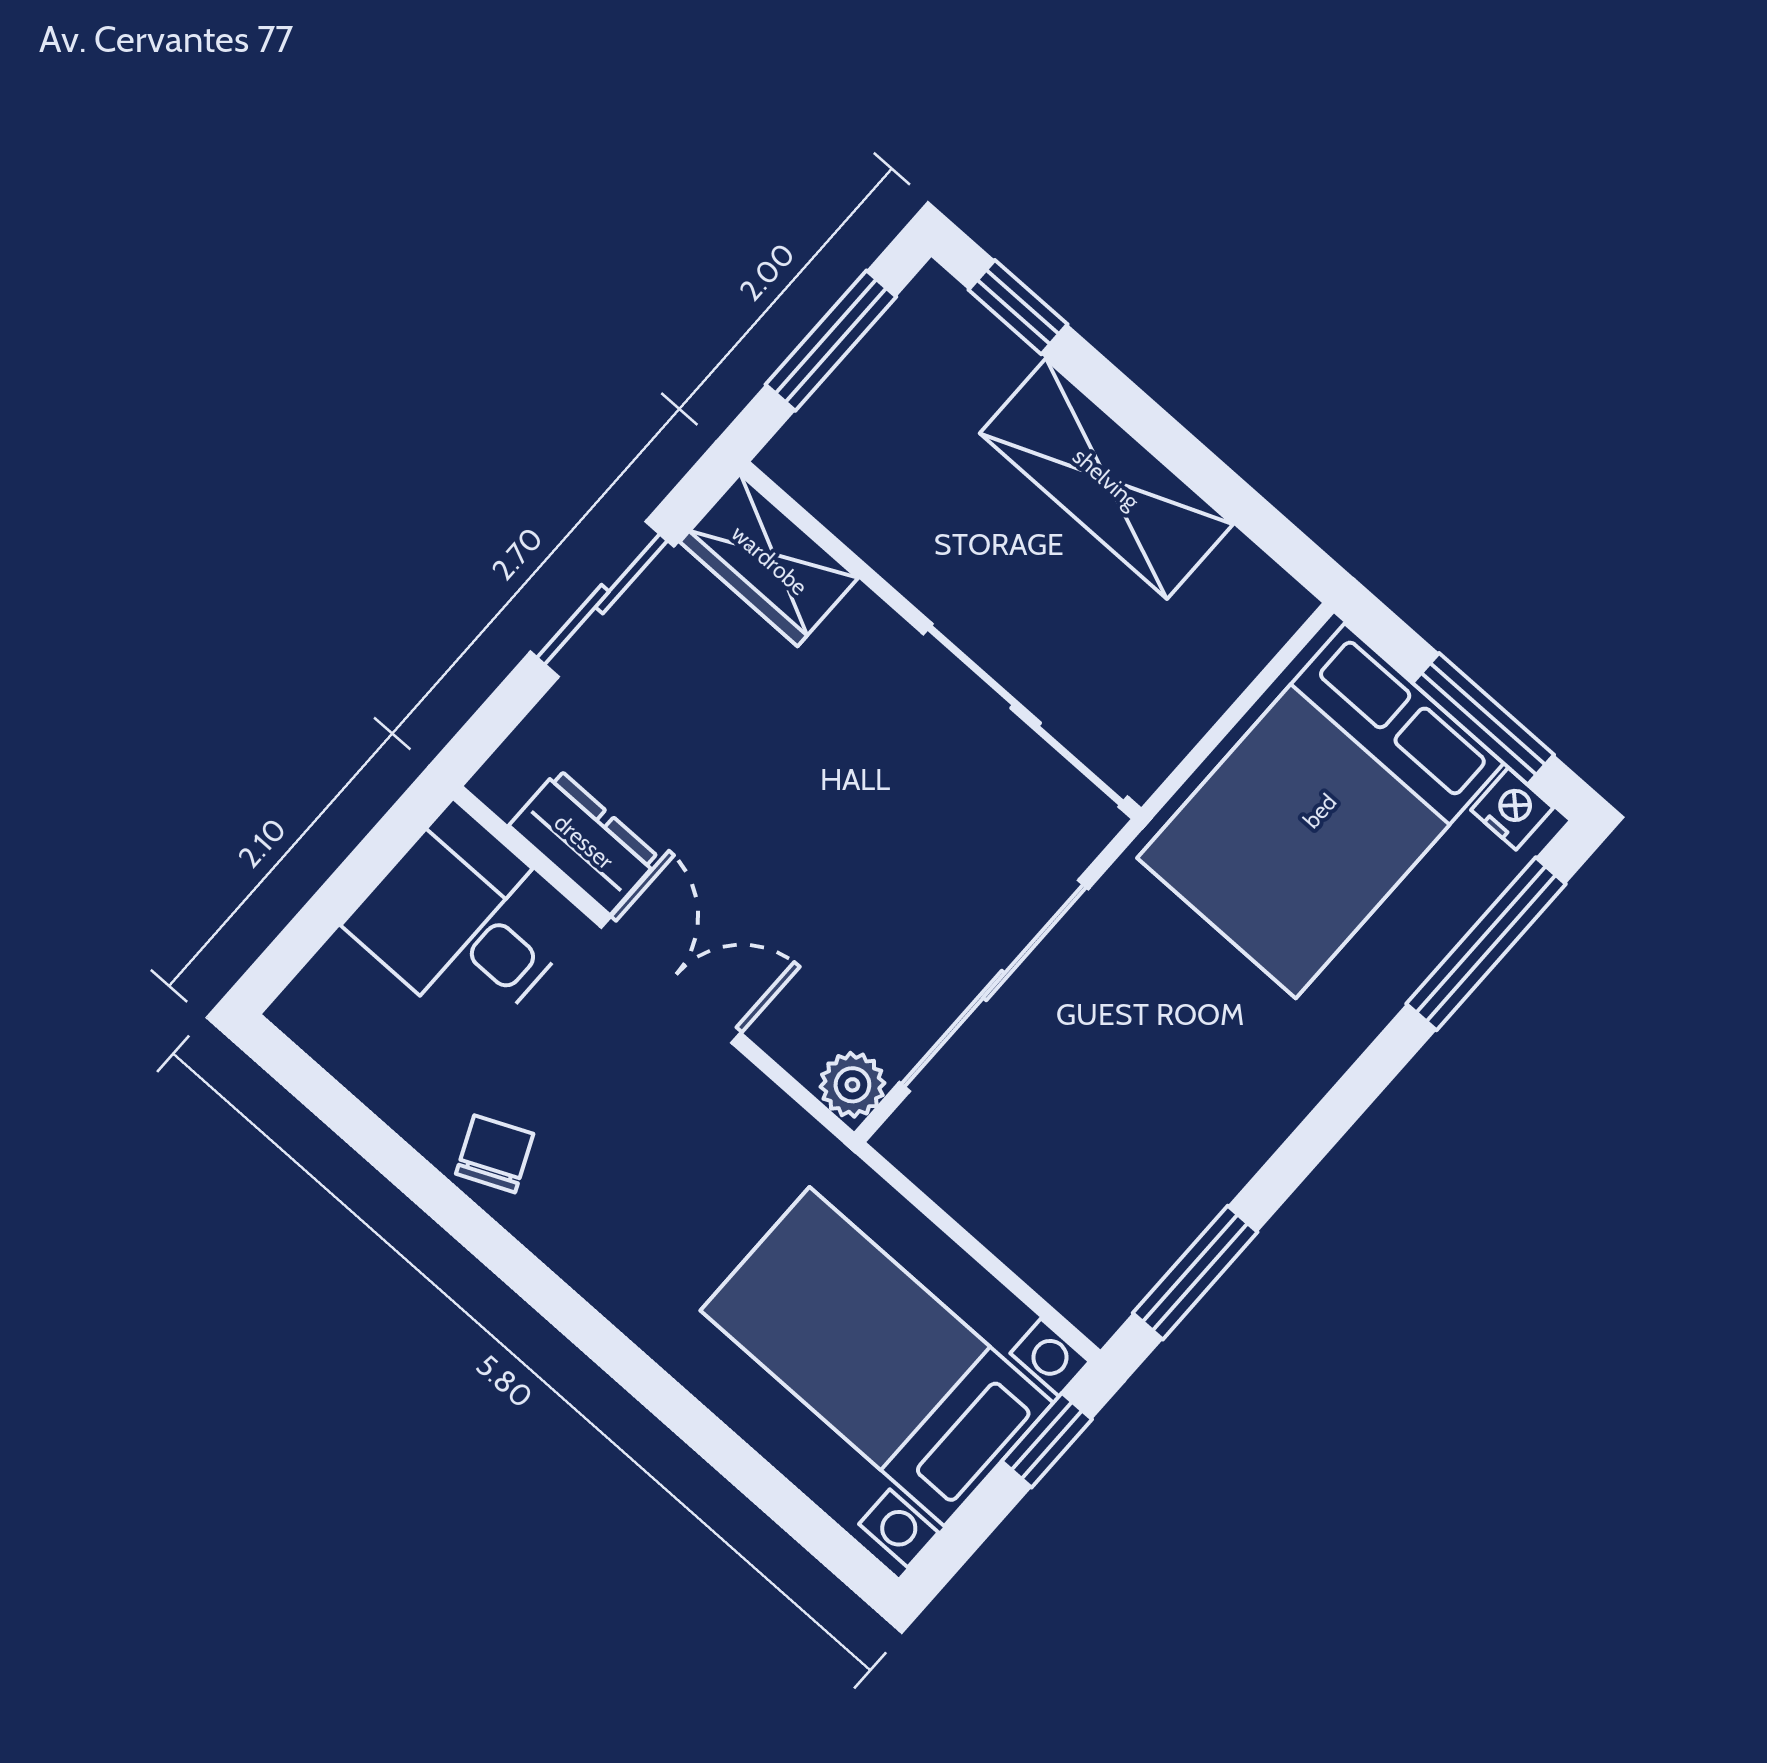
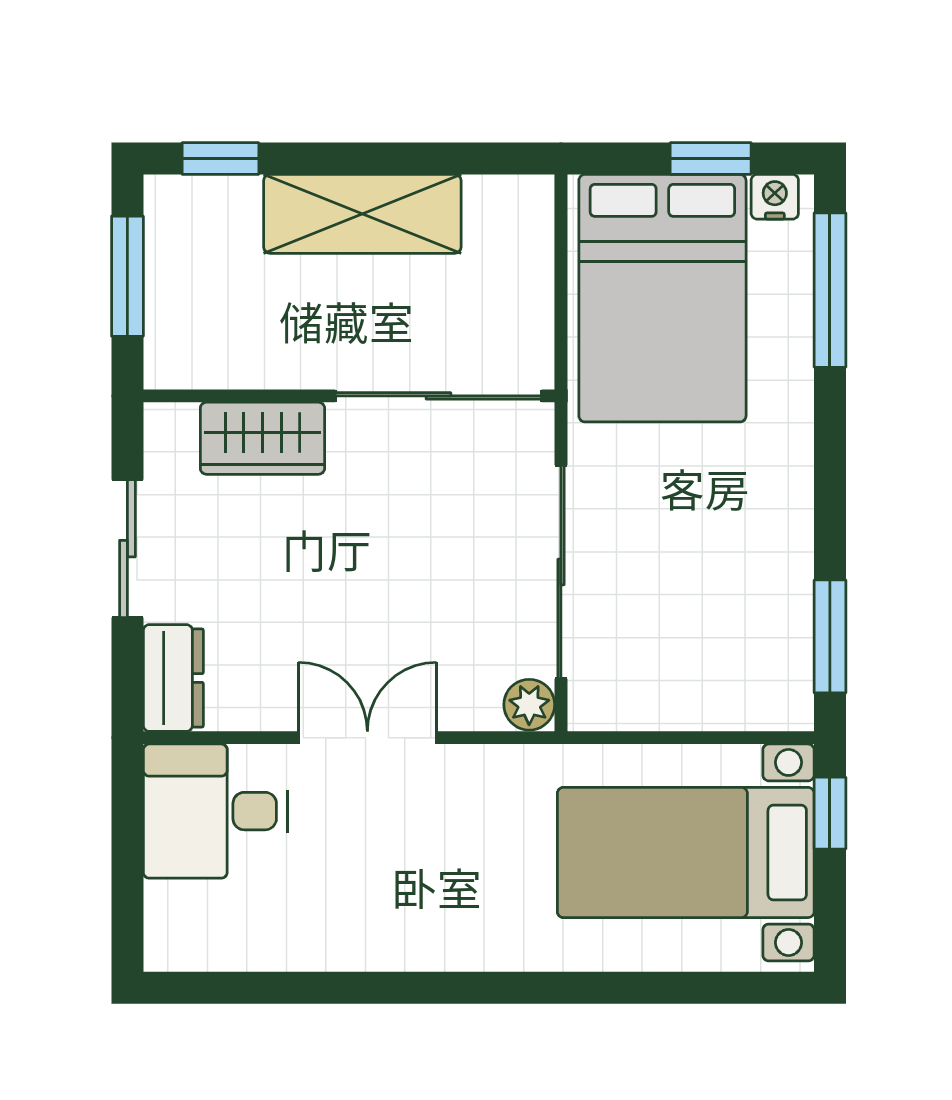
wardrobe: (769, 560) -> (262, 438), moved
window: (1483, 719) -> (711, 159), width x0.67
dresser: (584, 842) -> (173, 678), moved, turned 90
chair: (495, 1154) -> (354, 933), removed

